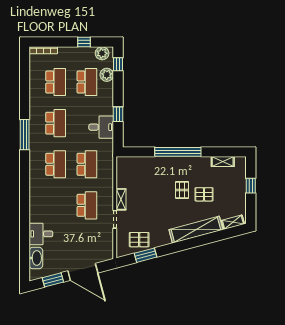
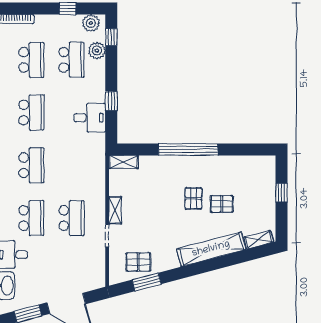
shelving: (223, 162) -> (124, 162), moved
school desk: (87, 164) -> (31, 218), moved

